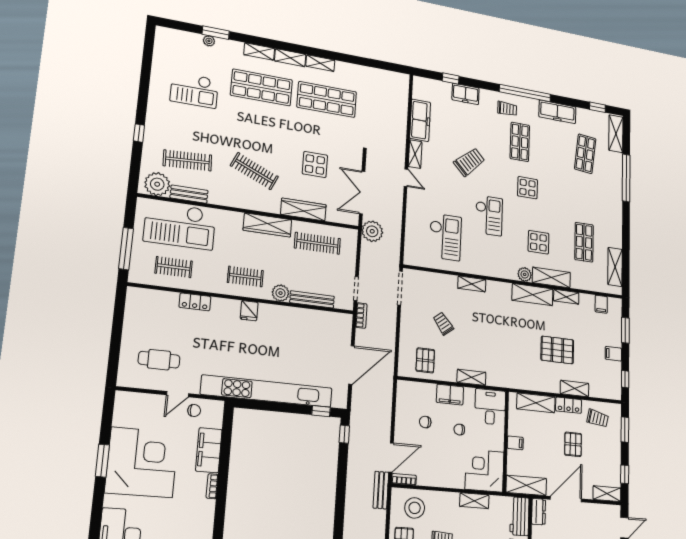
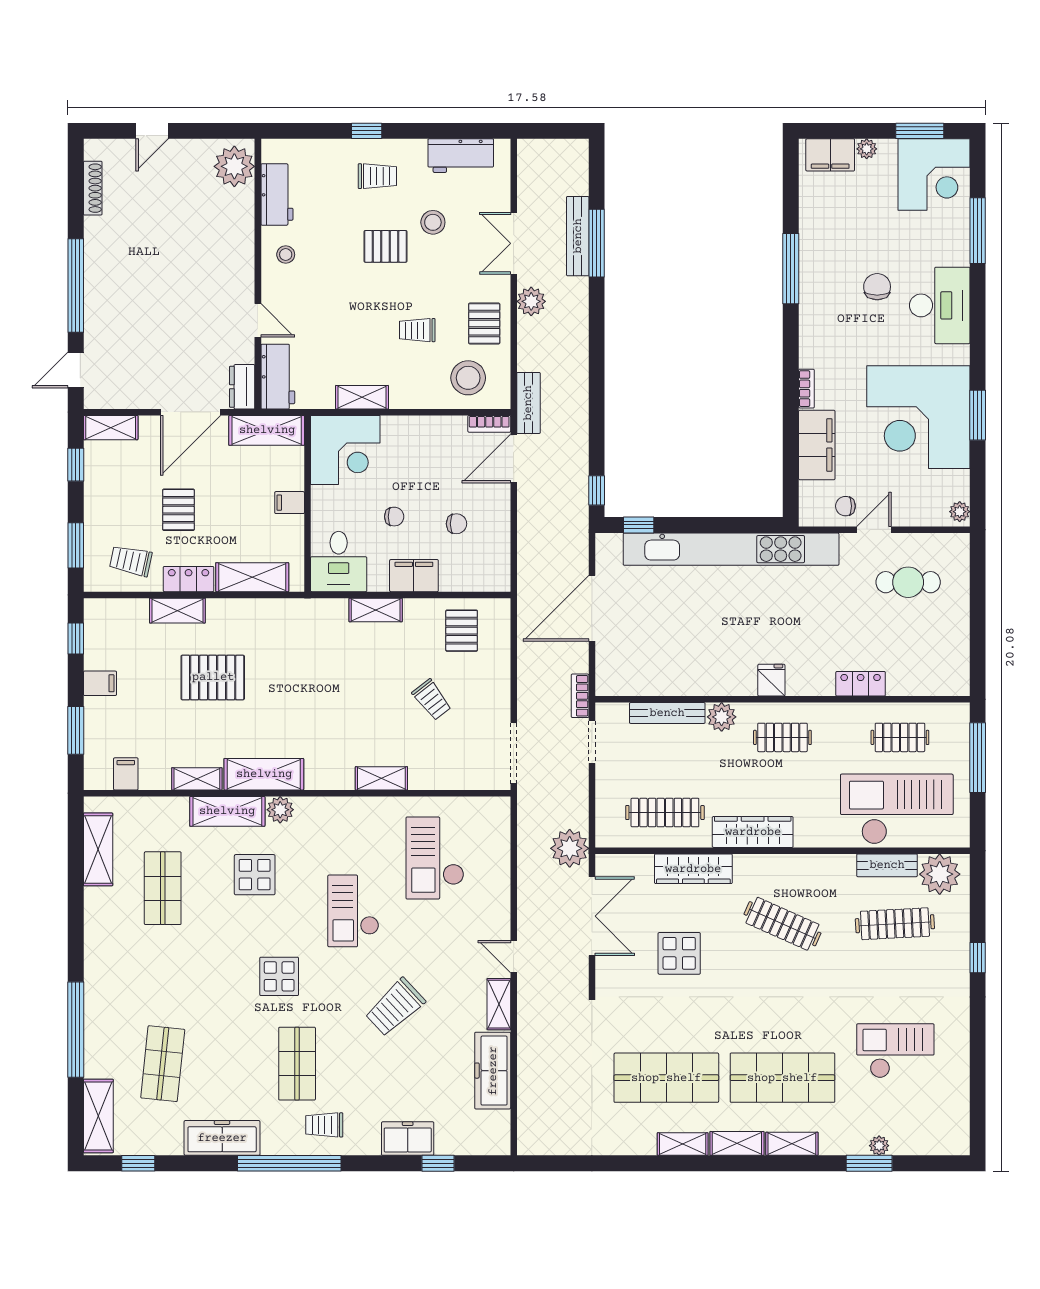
plant: (121, 400) -> (960, 512), added

